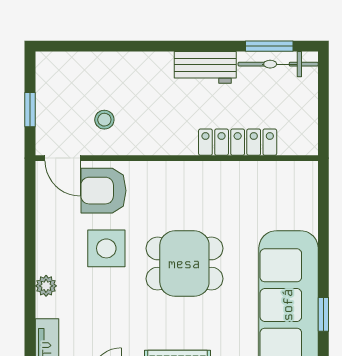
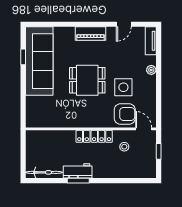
window: (269, 46) -> (78, 181), moved
locker: (238, 142) -> (94, 136), moved

